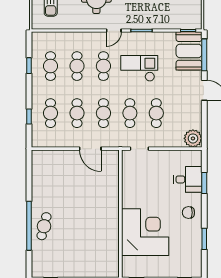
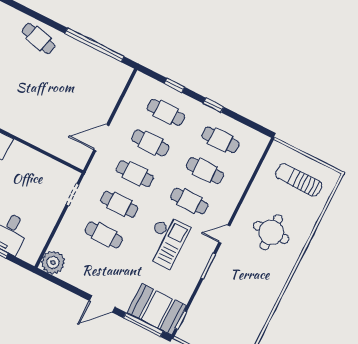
door: (114, 31) -> (224, 234), hinge flipped
window: (29, 66) -> (213, 105), moved
window: (29, 226) -> (94, 45), moved

